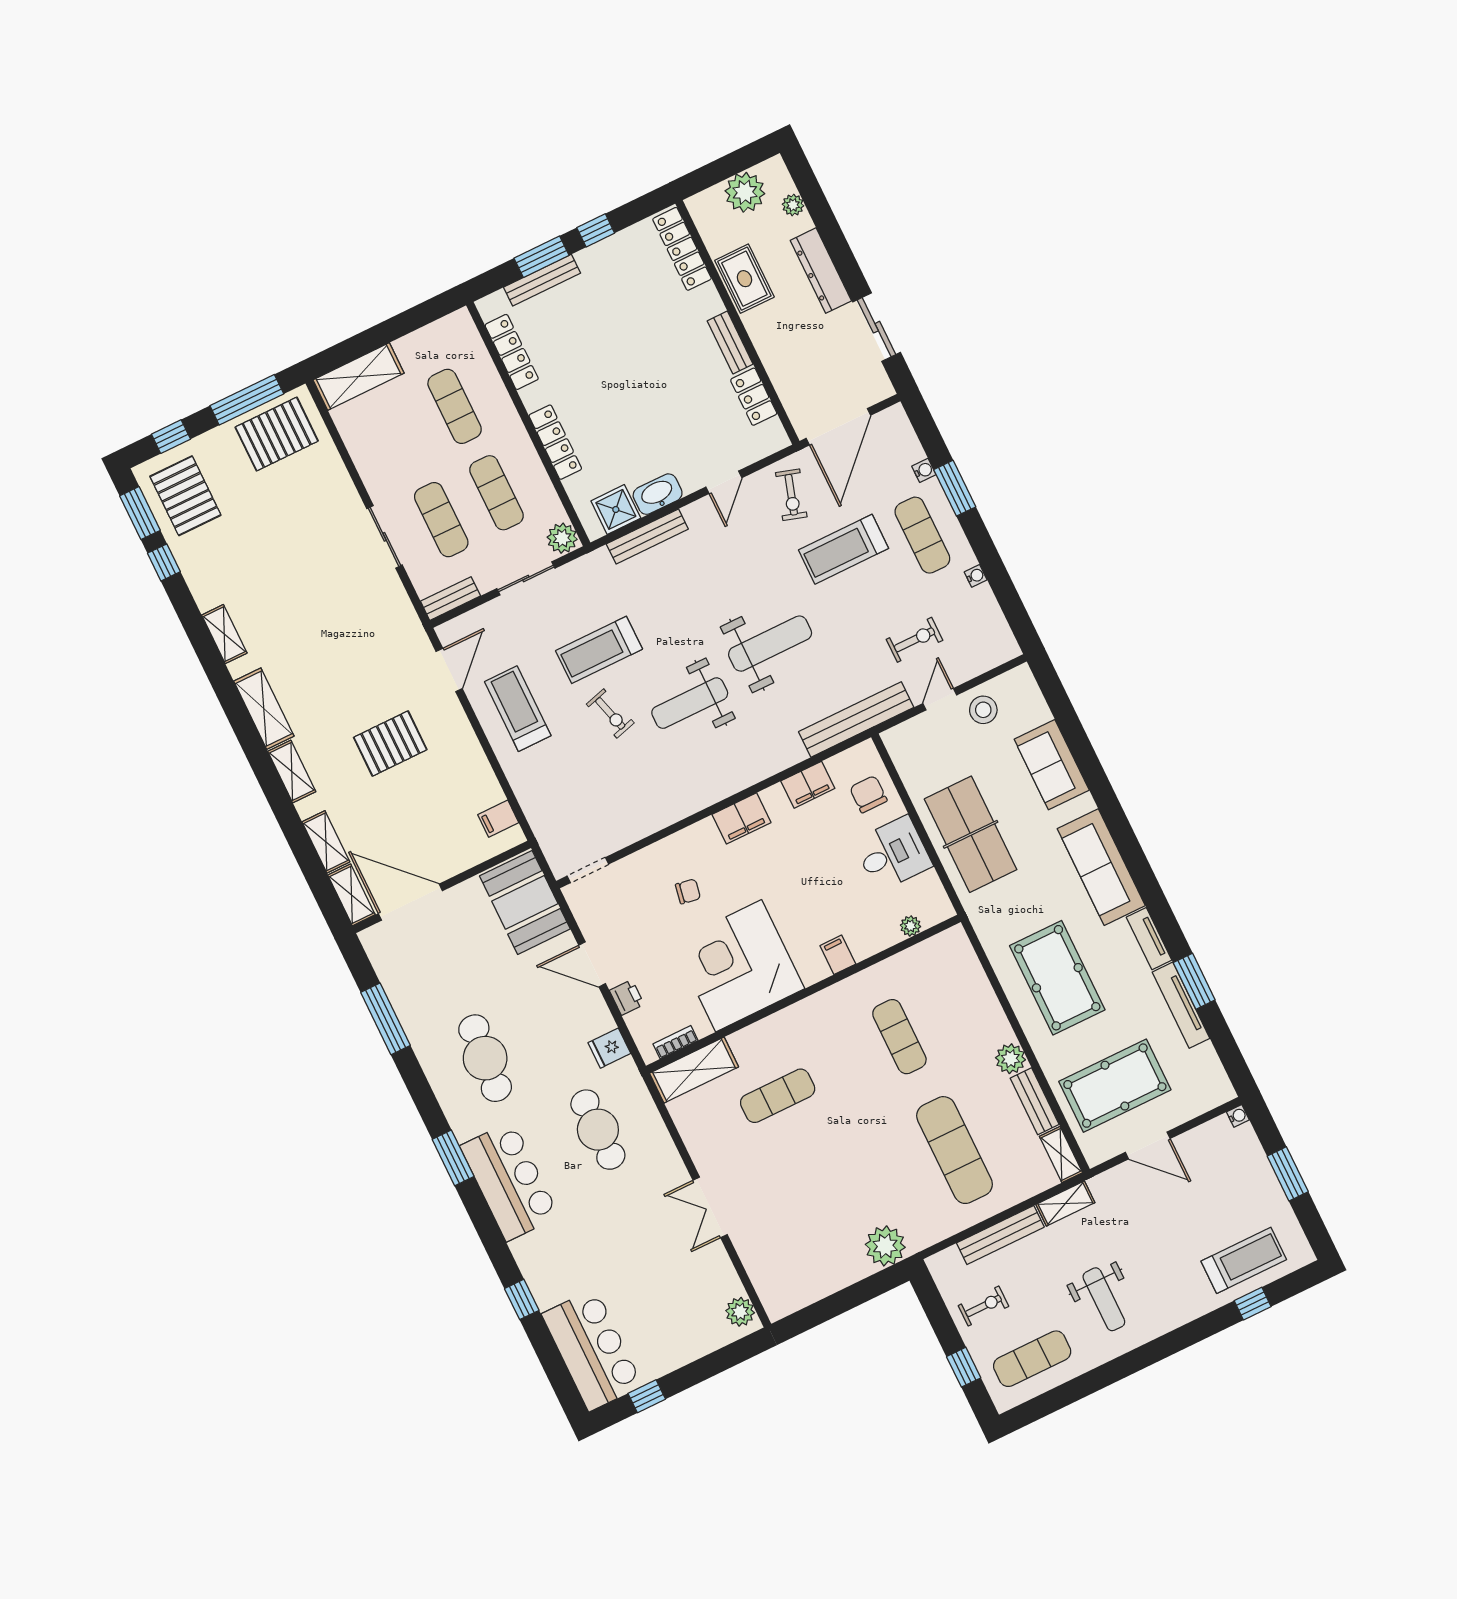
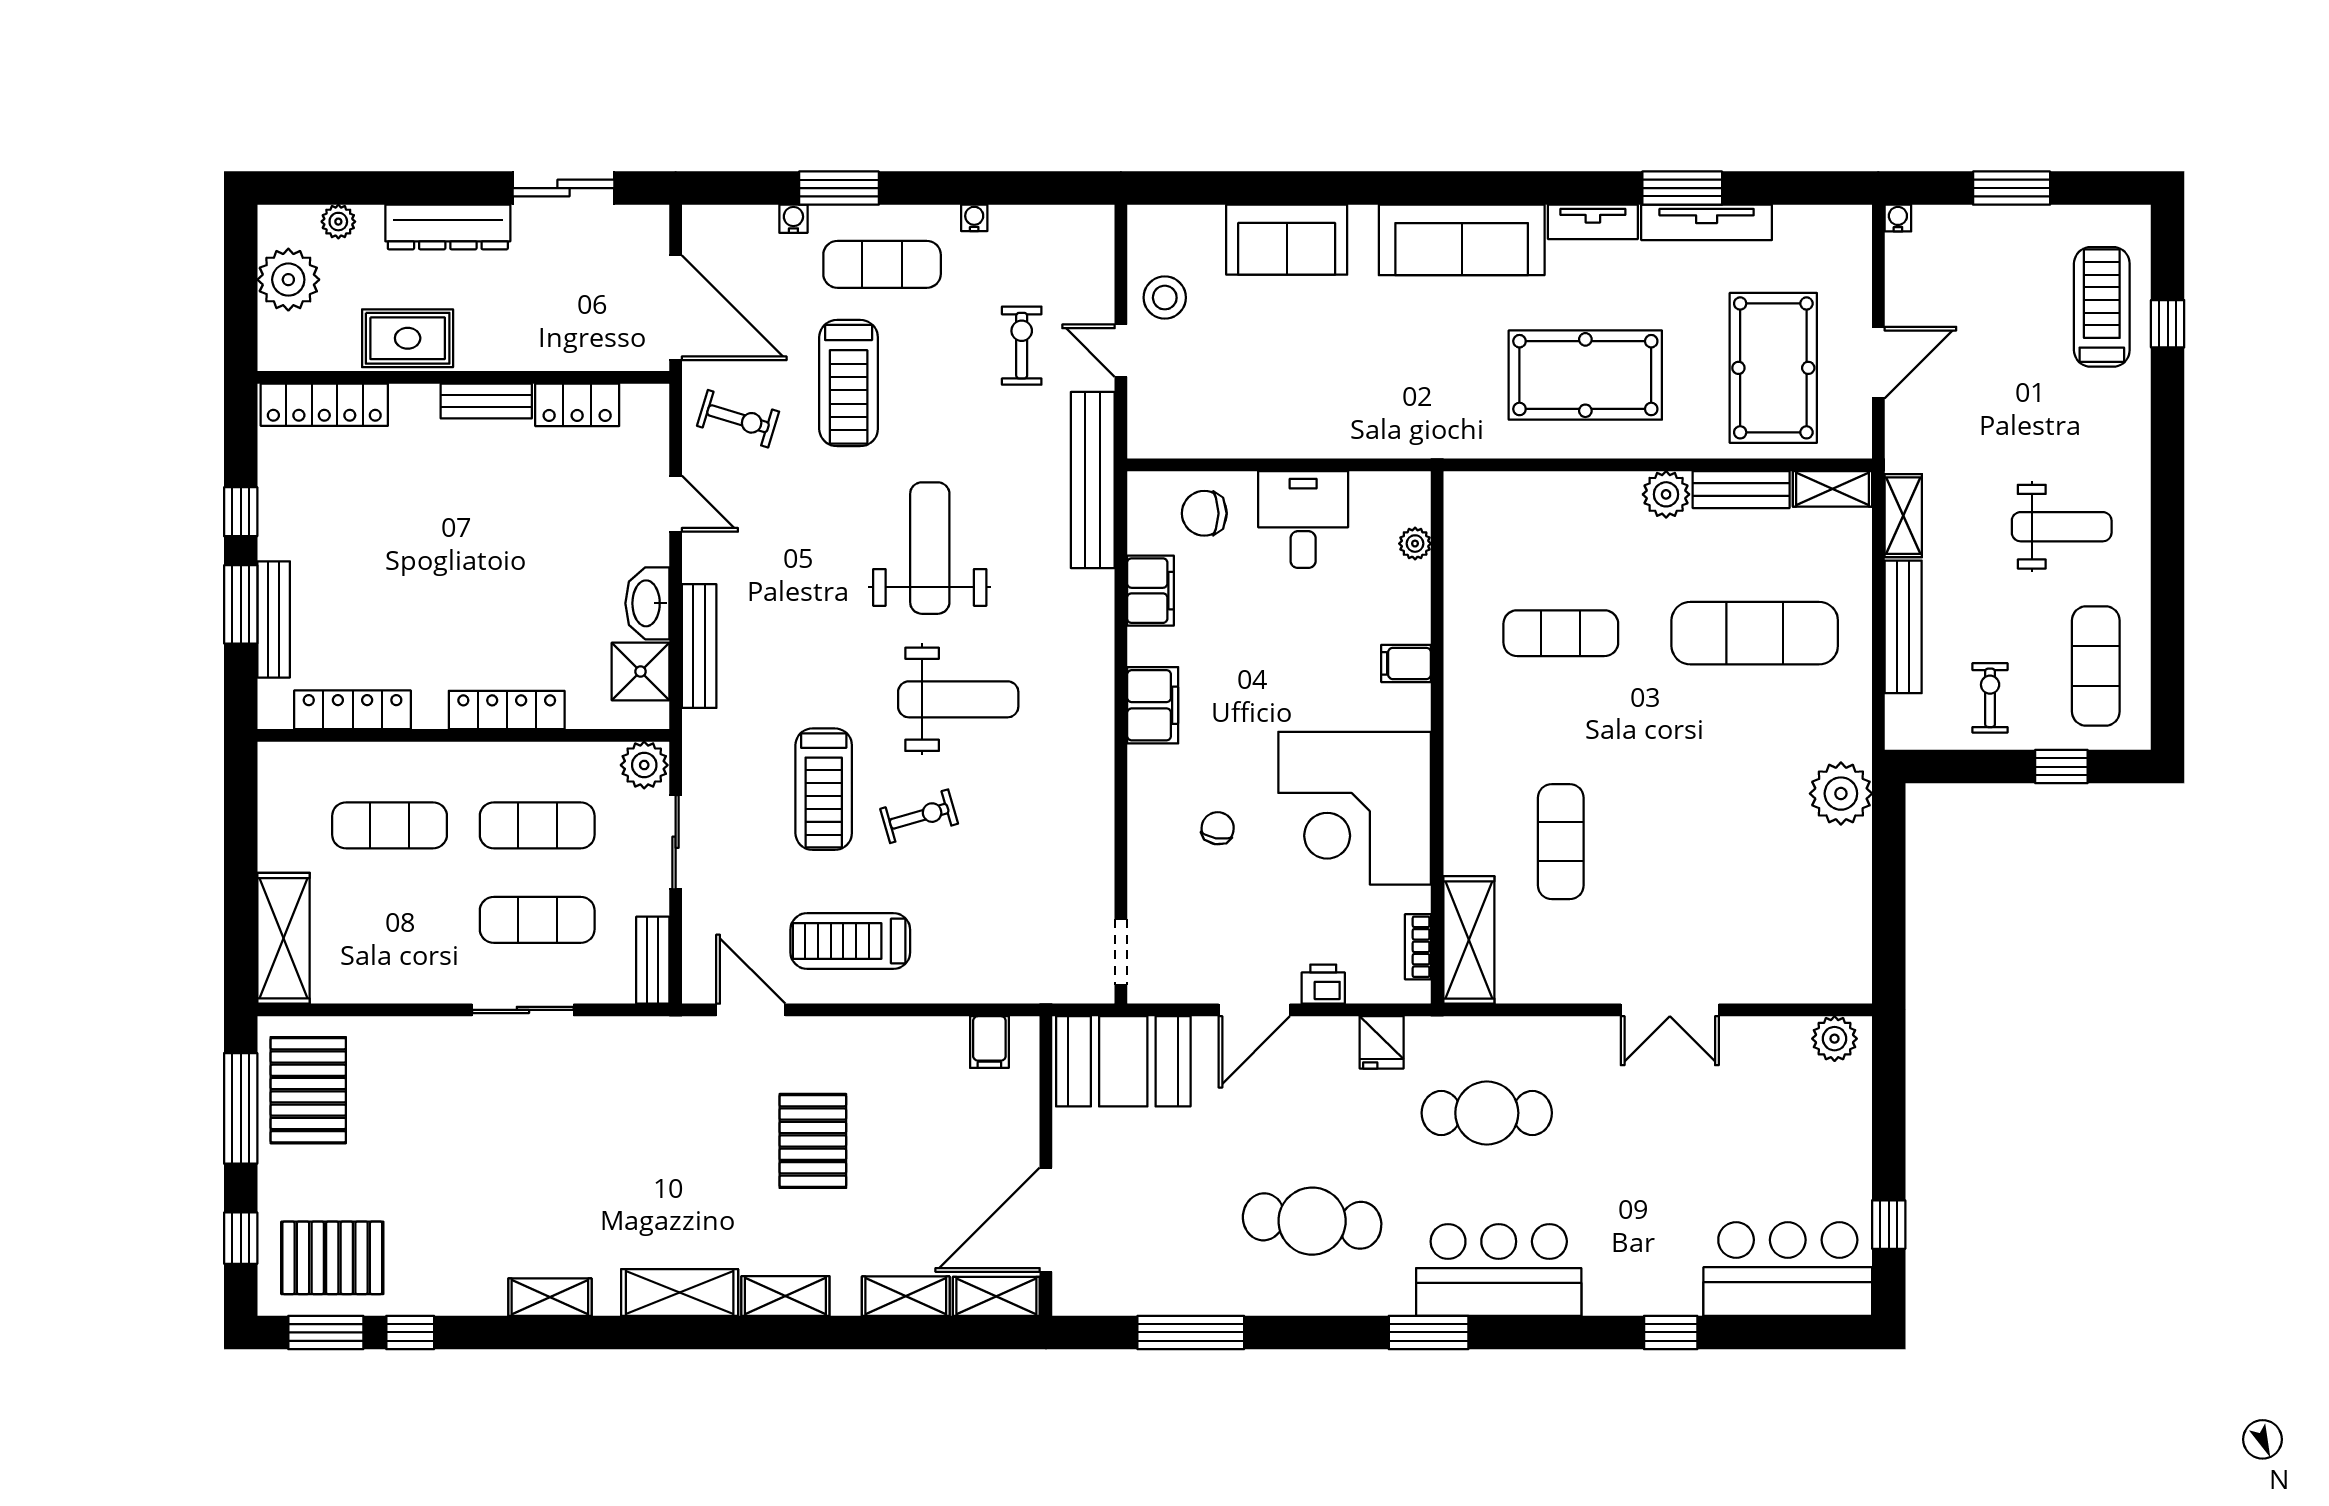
weight bench: (690, 703) -> (958, 699), turned -90
table tennis table: (971, 834) -> (1329, 399), removed

